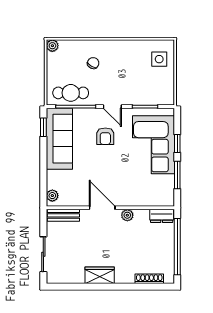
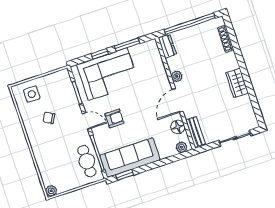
chair: (93, 63) -> (49, 118), moved
door: (112, 107) -> (87, 121), hinge flipped
floor lamp: (75, 199) -> (178, 127), added

